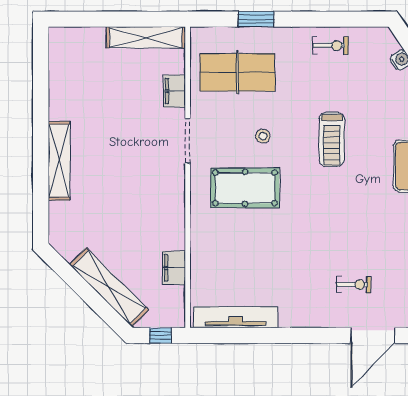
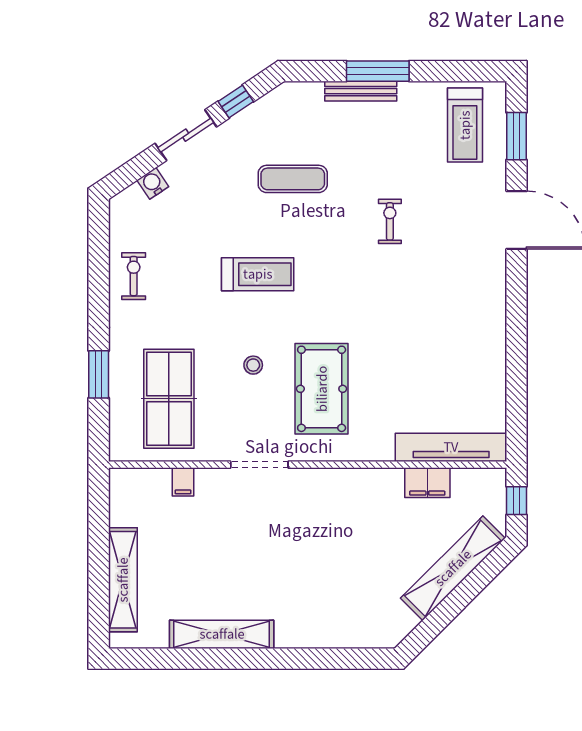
shelving: (146, 37) -> (123, 580), moved
filing cabinet: (175, 91) -> (183, 482), width x0.50
shelving: (59, 161) -> (222, 634), moved
exercise bike: (354, 285) -> (390, 221), moved
tv unit: (236, 317) -> (451, 447), moved, turned 90

